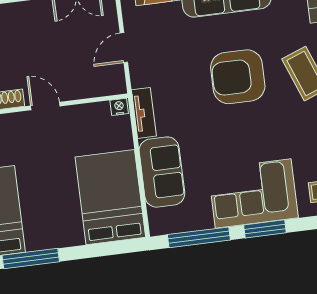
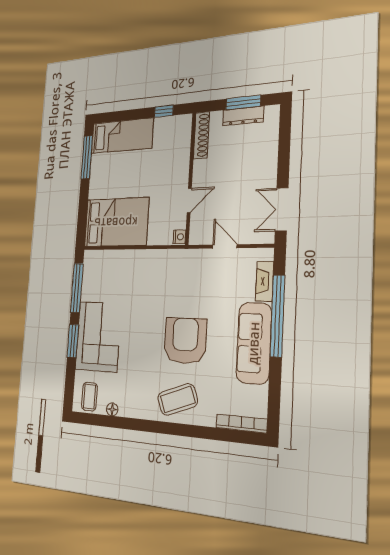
door: (45, 106) -> (189, 201), moved
tv unit: (144, 113) -> (171, 257), removed
sofa: (162, 172) -> (126, 266), removed

